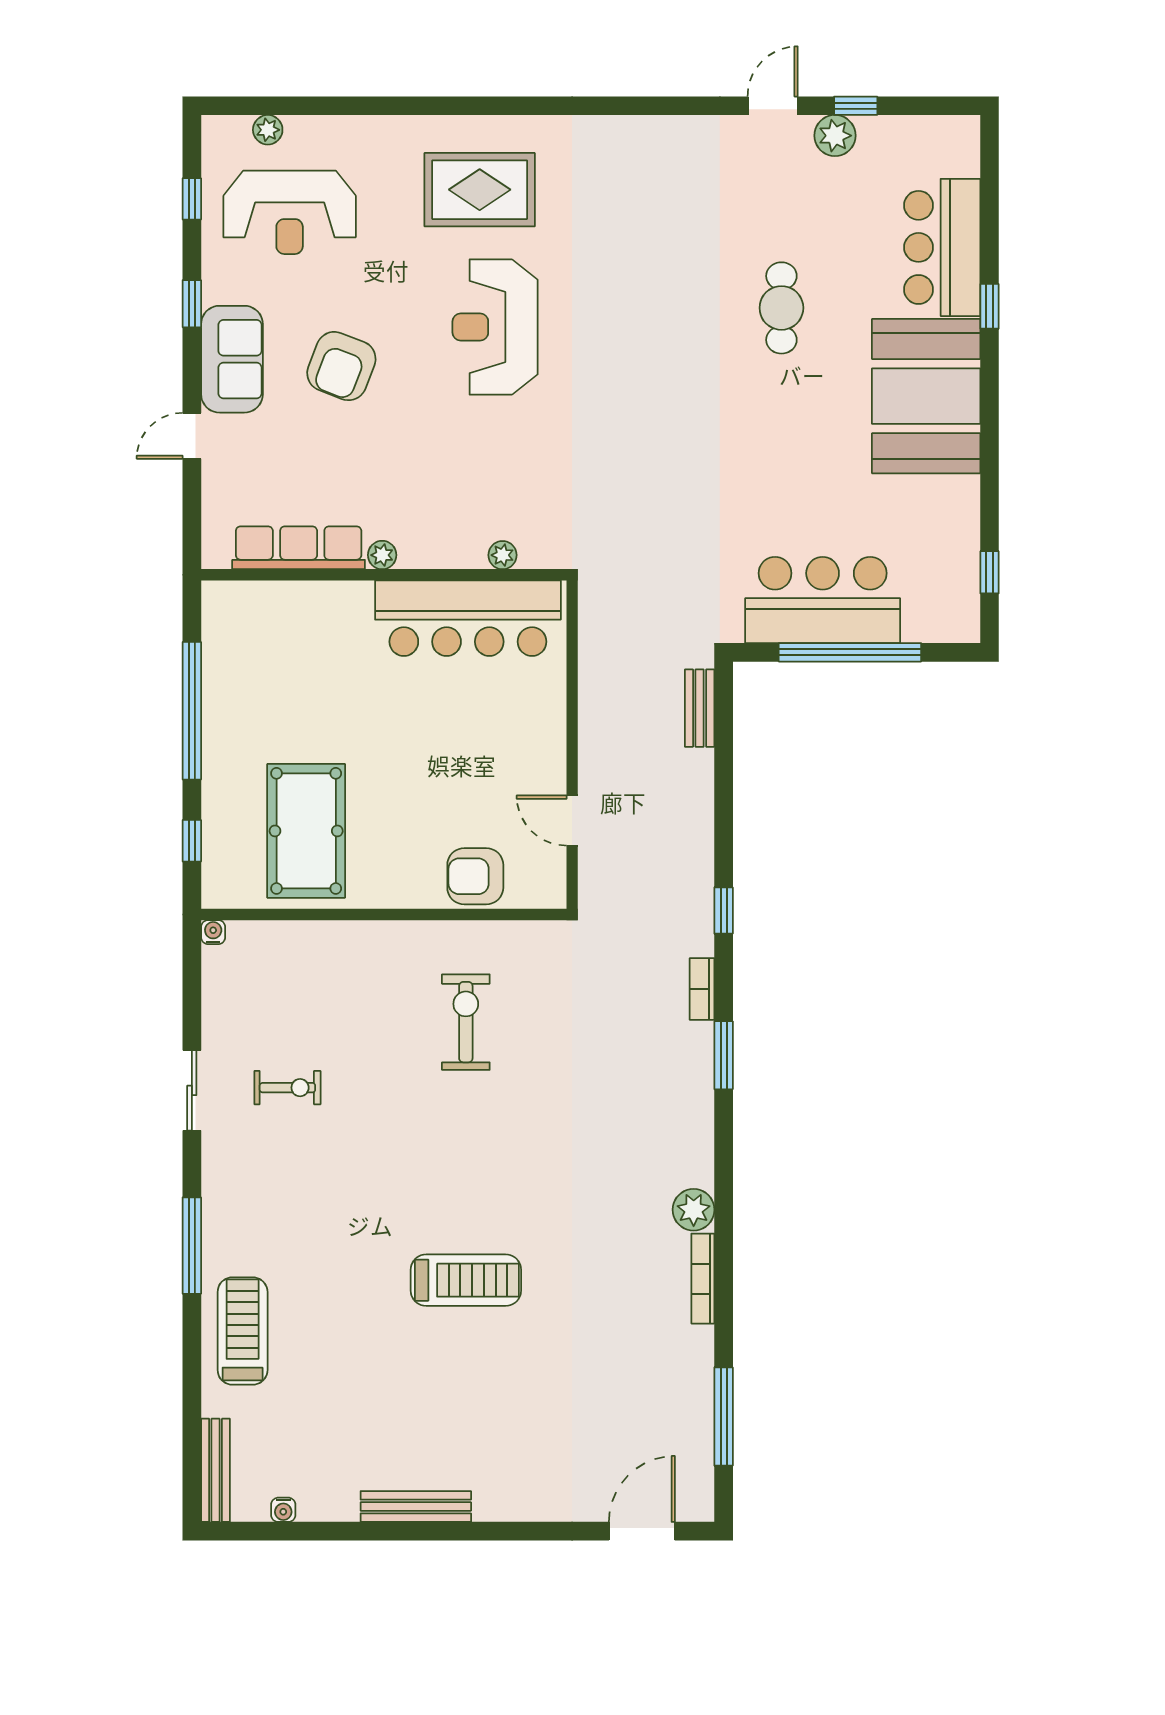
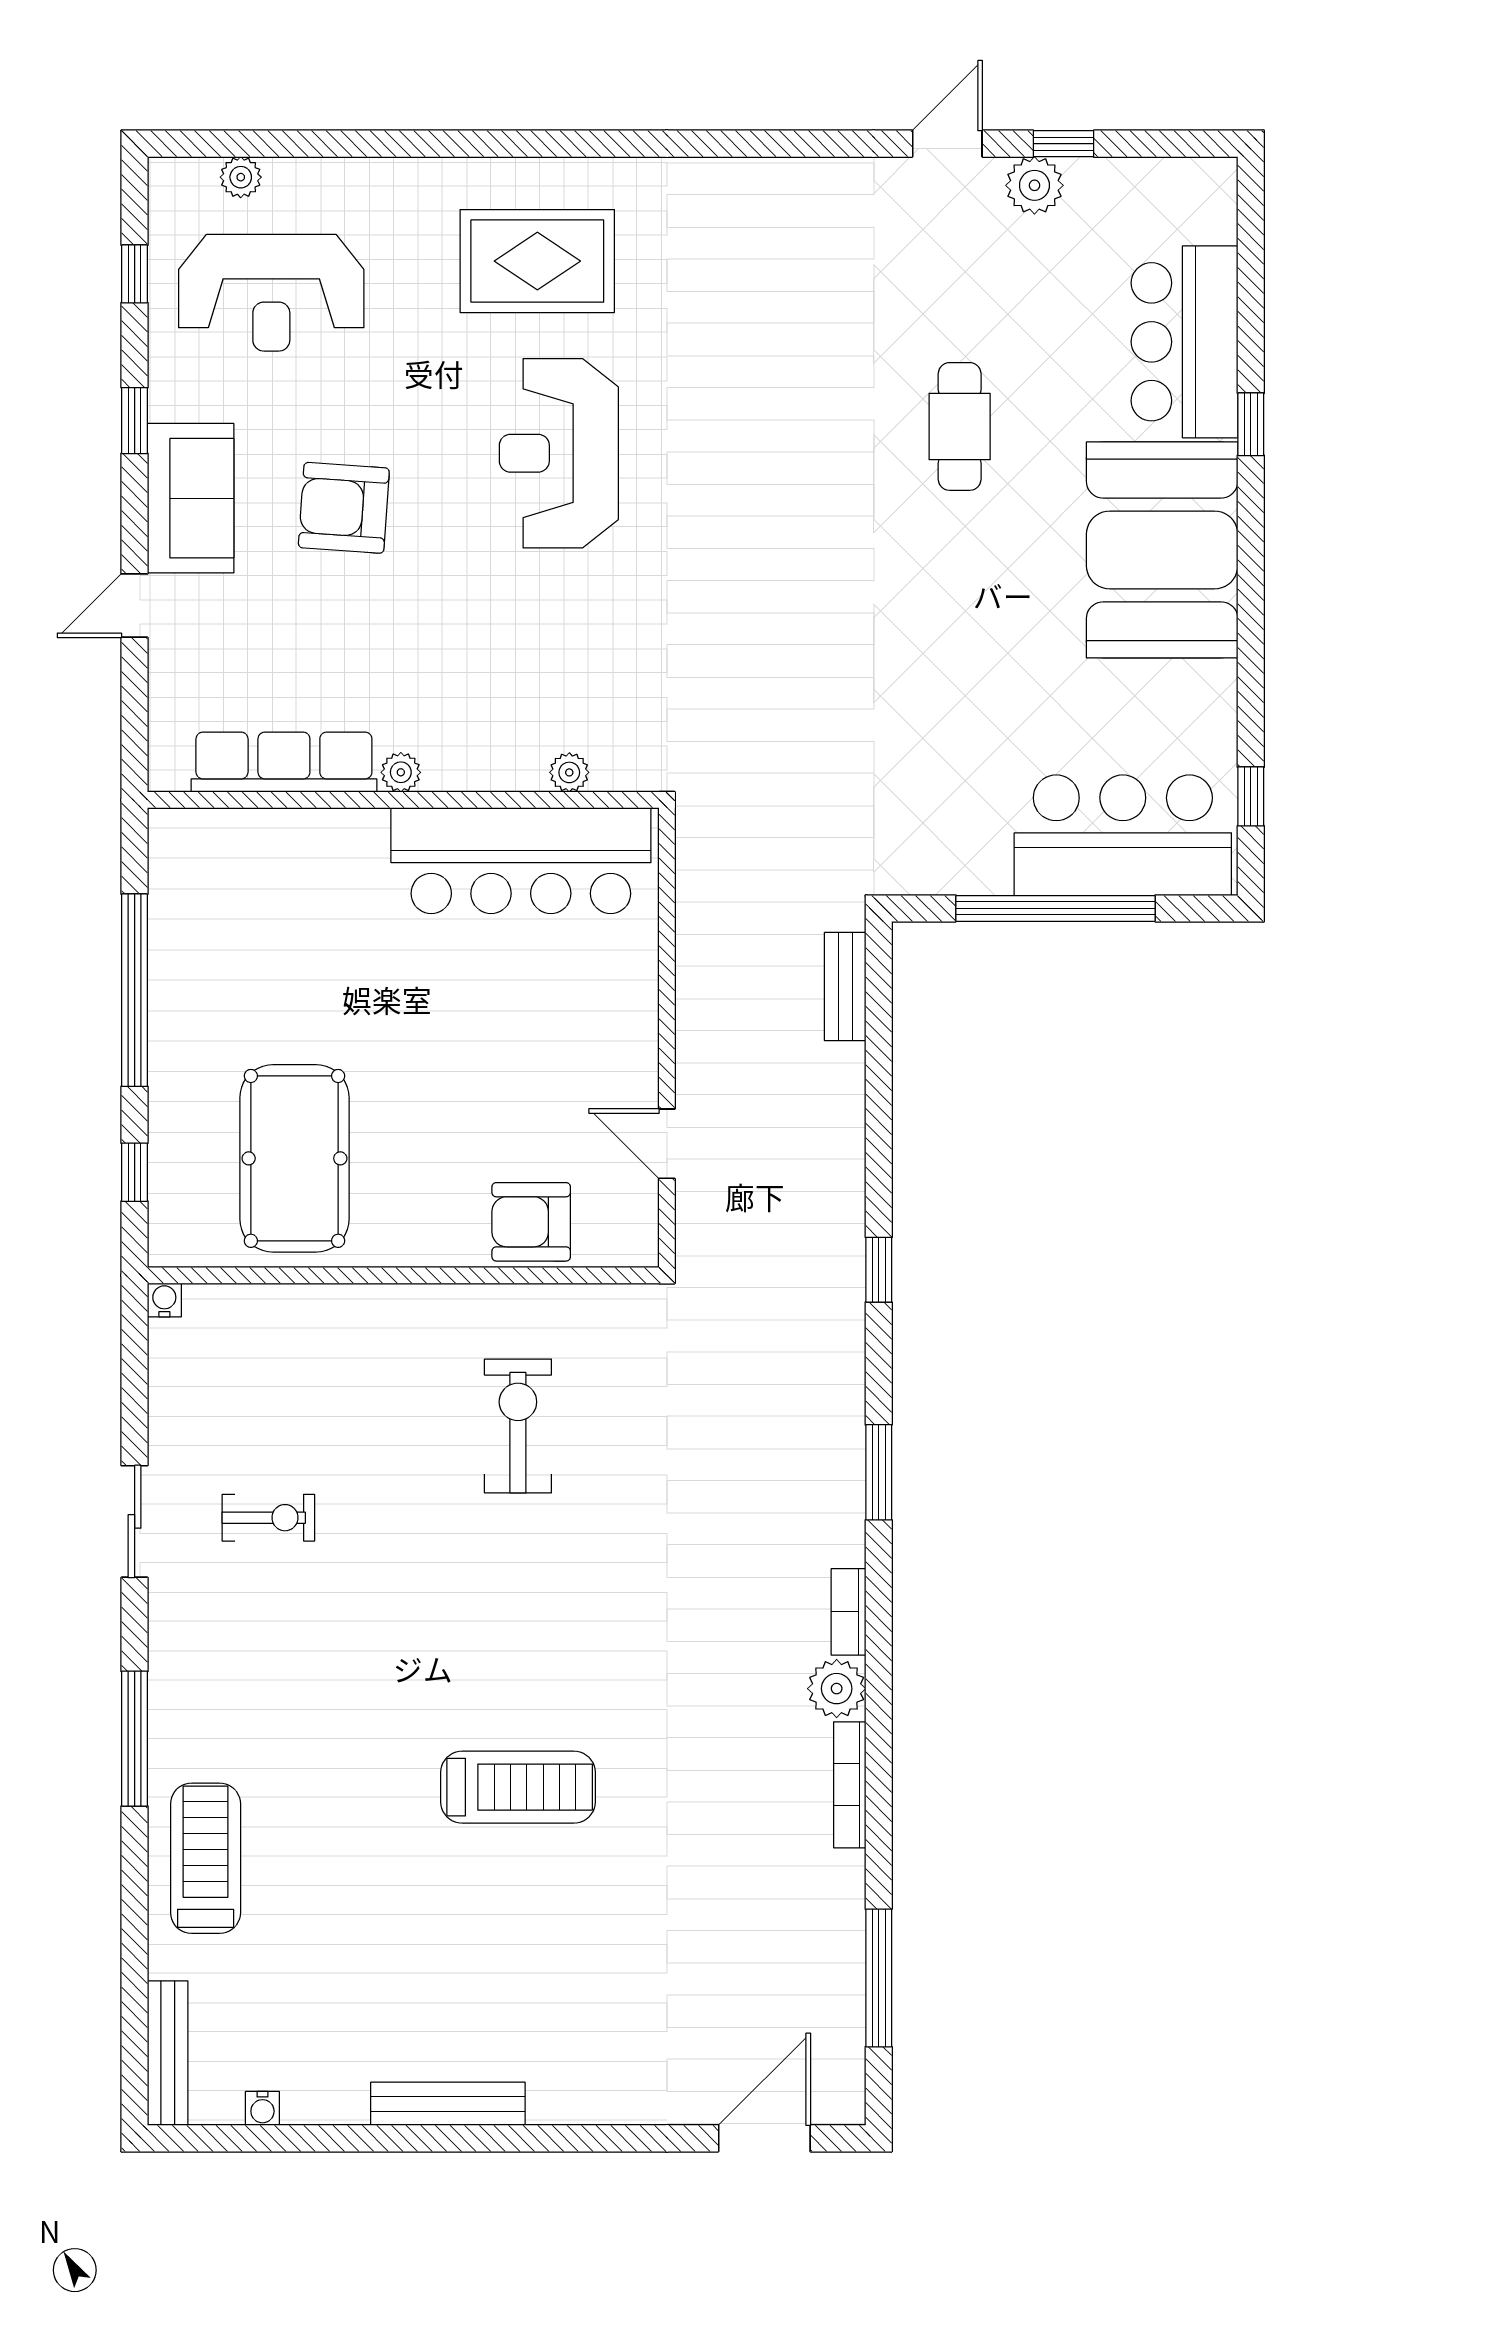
armchair: (341, 366) -> (344, 508), turned 73
bar counter: (823, 600) -> (1123, 835), moved
bookcase: (702, 989) -> (848, 1612), moved

